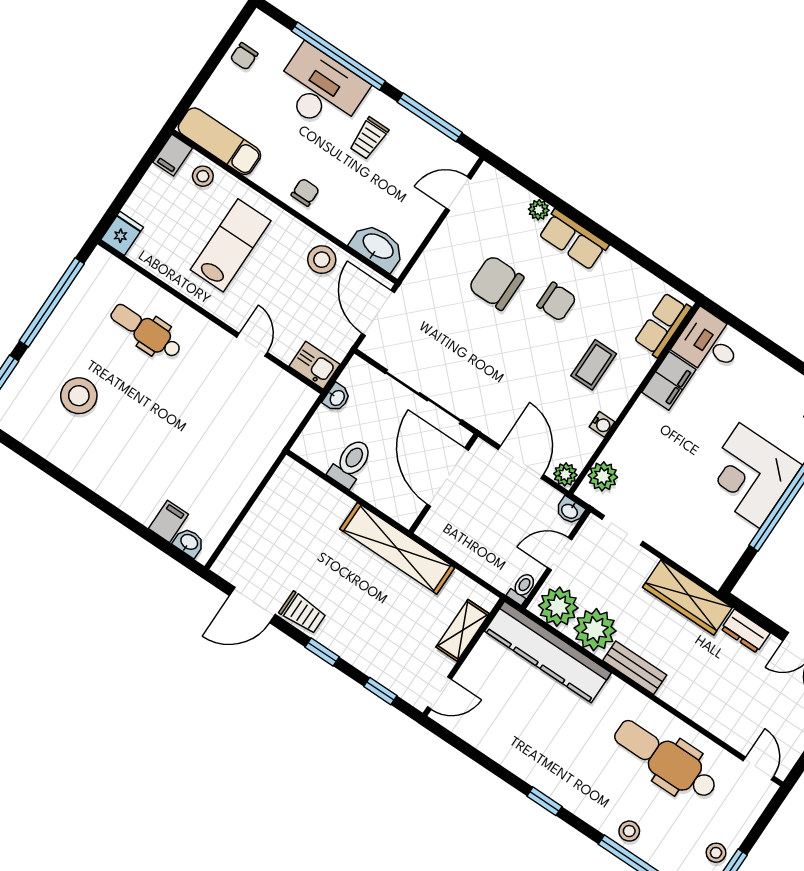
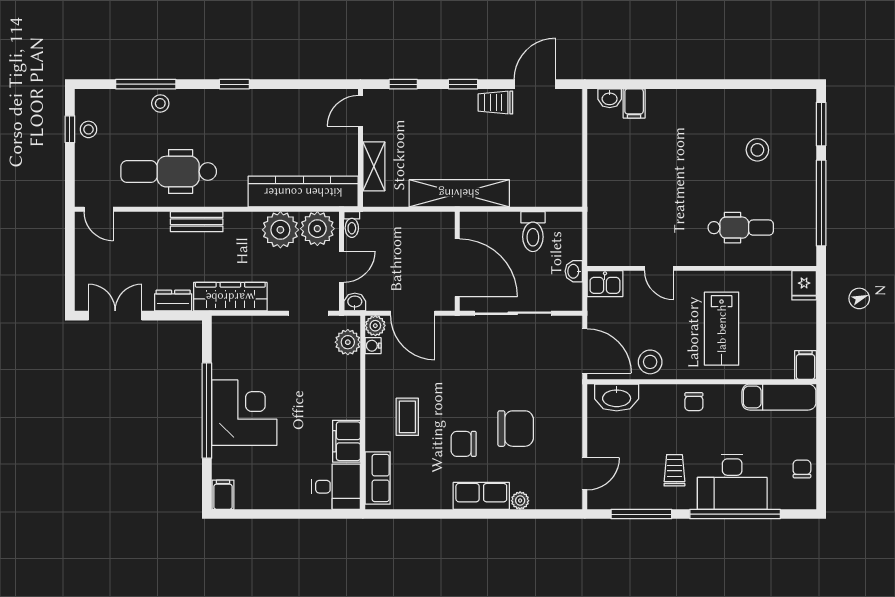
stool: (203, 176) -> (774, 364), removed
stool: (79, 396) -> (757, 150), width x0.73, depth x0.73
water cooler: (602, 424) -> (373, 346), moved
bench: (635, 668) -> (197, 222), moved
dental chair: (666, 759) -> (169, 172), turned 180

